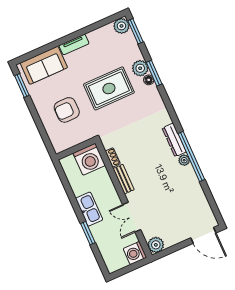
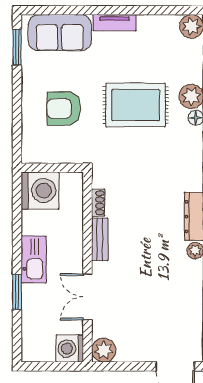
washing machine: (89, 159) -> (40, 191), moved, turned -90

